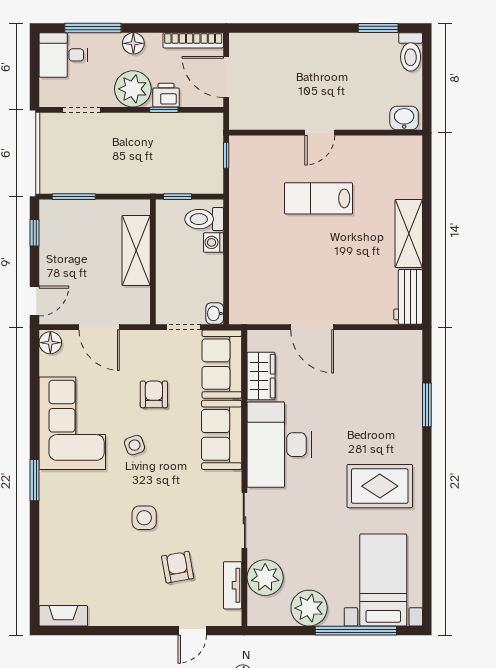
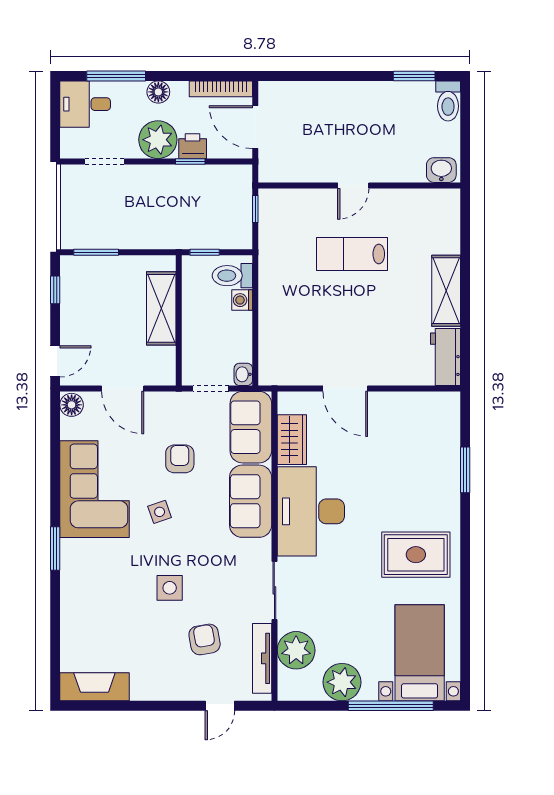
tv unit: (233, 585) -> (262, 658), width x1.41
fireplace: (63, 616) -> (94, 687), width x1.37, depth x1.32

